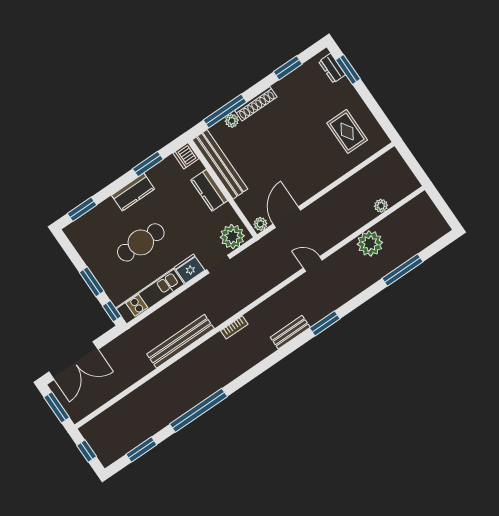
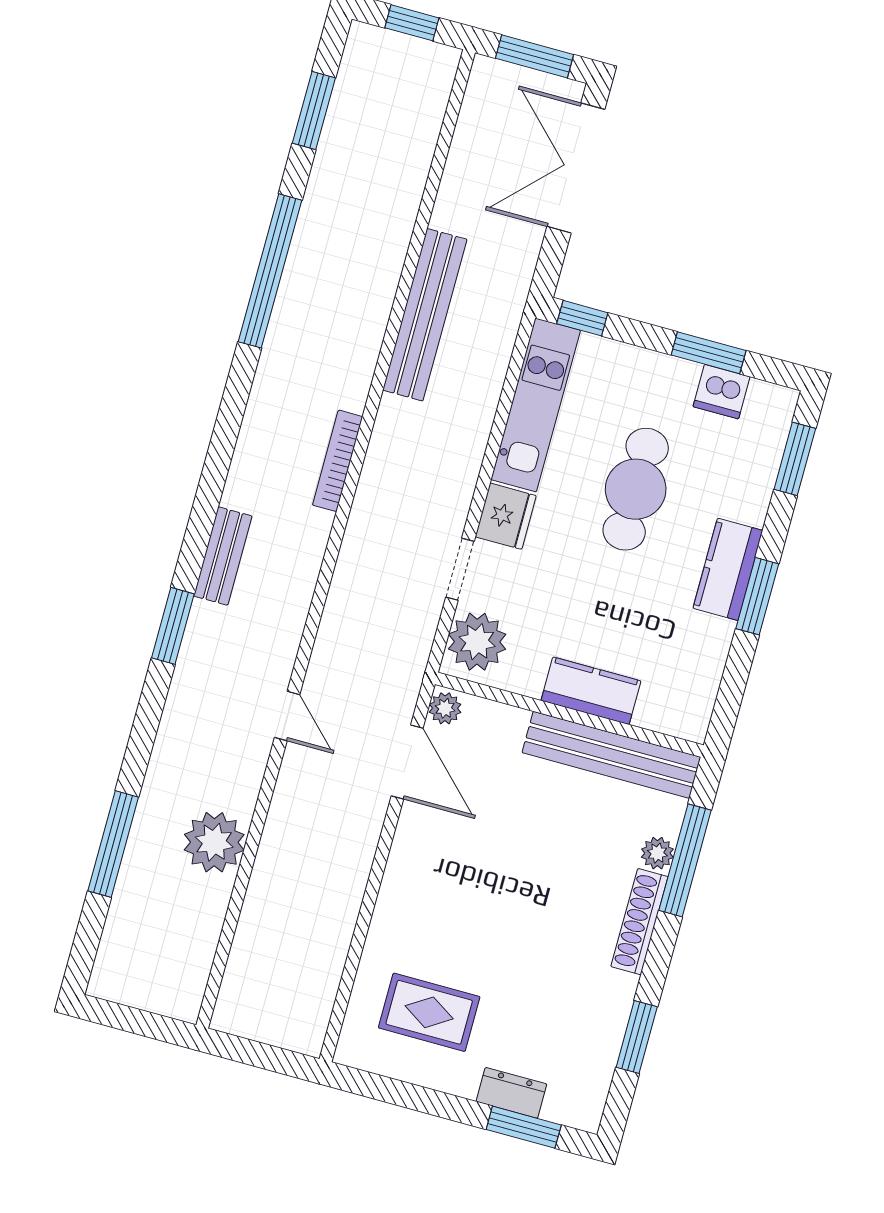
dresser: (332, 68) -> (511, 1093), moved
dishwasher: (186, 156) -> (721, 392), moved, turned 180
window: (148, 164) -> (757, 596), moved
plant: (381, 206) -> (252, 928), removed
door: (313, 264) -> (287, 716), hinge flipped
window: (92, 282) -> (709, 353), moved
bookcase: (234, 327) -> (338, 461), width x1.56
bench: (180, 341) -> (425, 315), moved

